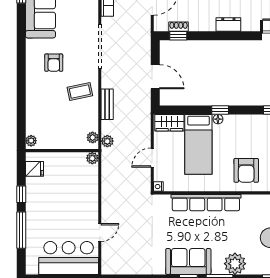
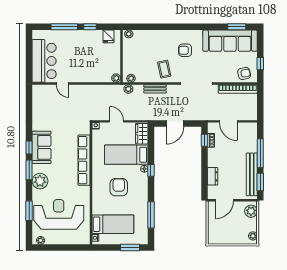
armchair: (246, 170) -> (119, 187), moved, turned 90

